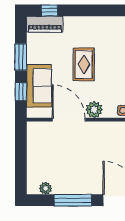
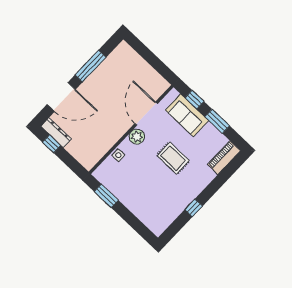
window: (50, 10) -> (194, 208), moved
door: (69, 120) -> (146, 114), swing flipped
plant: (46, 188) -> (115, 55), removed

